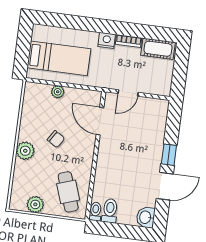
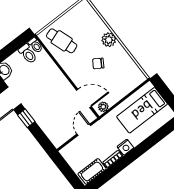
plant: (58, 92) -> (103, 107), moved
plant: (35, 204) -> (73, 15), removed

